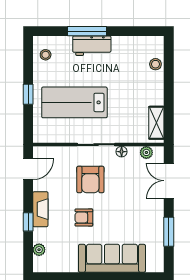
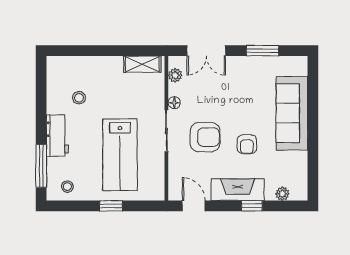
window: (87, 31) -> (41, 166), moved
stool: (155, 64) -> (79, 98), moved
fireplace: (40, 209) -> (238, 190), width x1.37, depth x1.32

